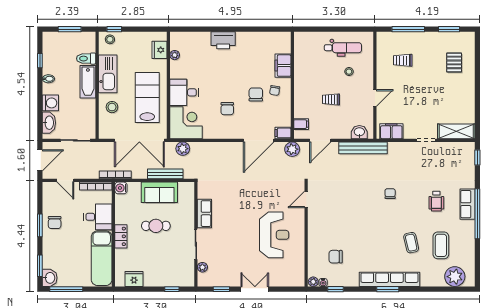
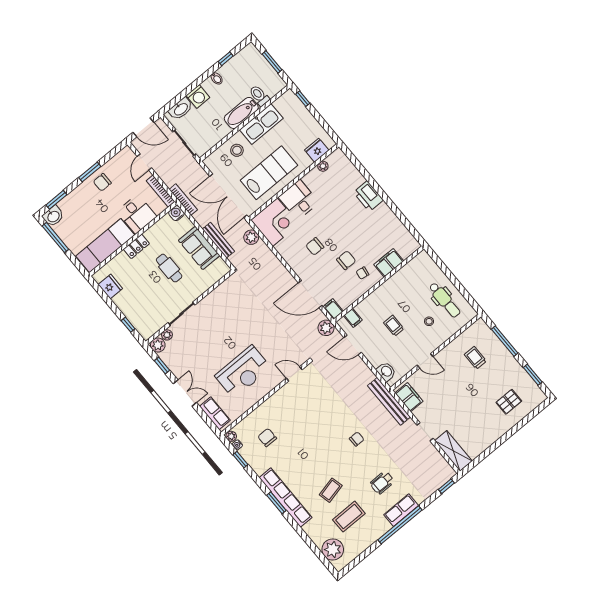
stool: (110, 39) -> (291, 102), removed
bench: (363, 148) -> (389, 401), moved
row of seats: (204, 214) -> (215, 413), moved, turned -90
plant: (204, 280) -> (158, 345), added

